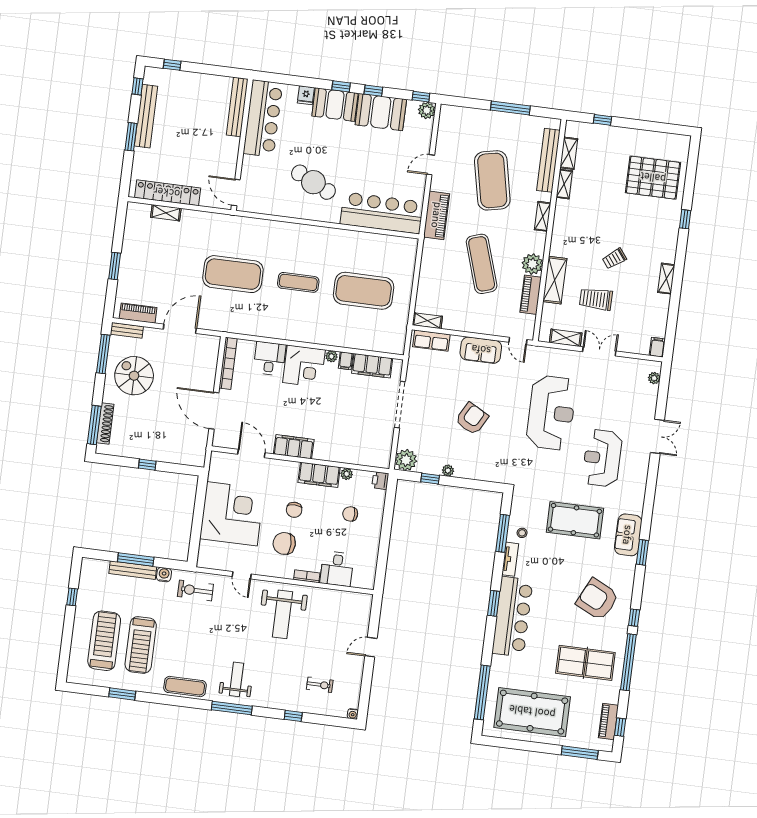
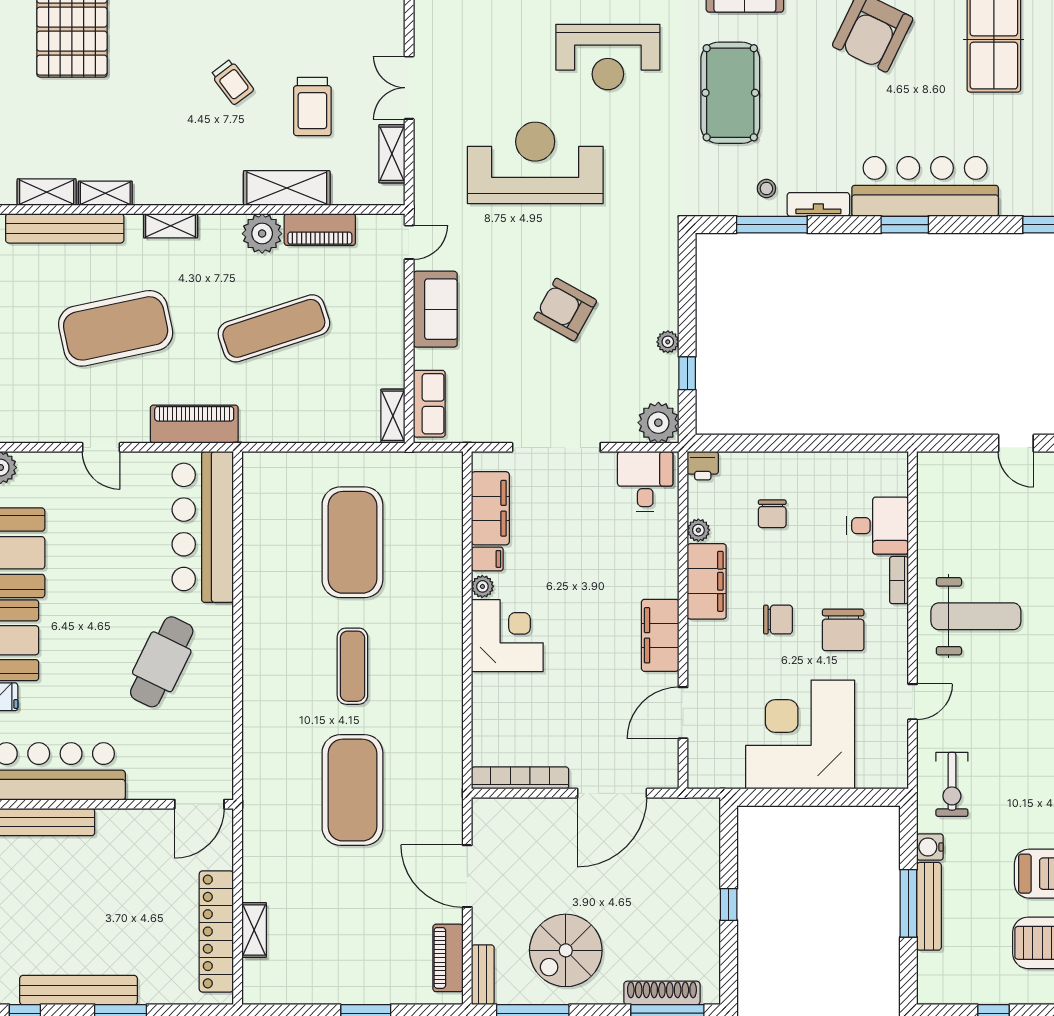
desk: (270, 358) -> (645, 481), moved, turned 90

